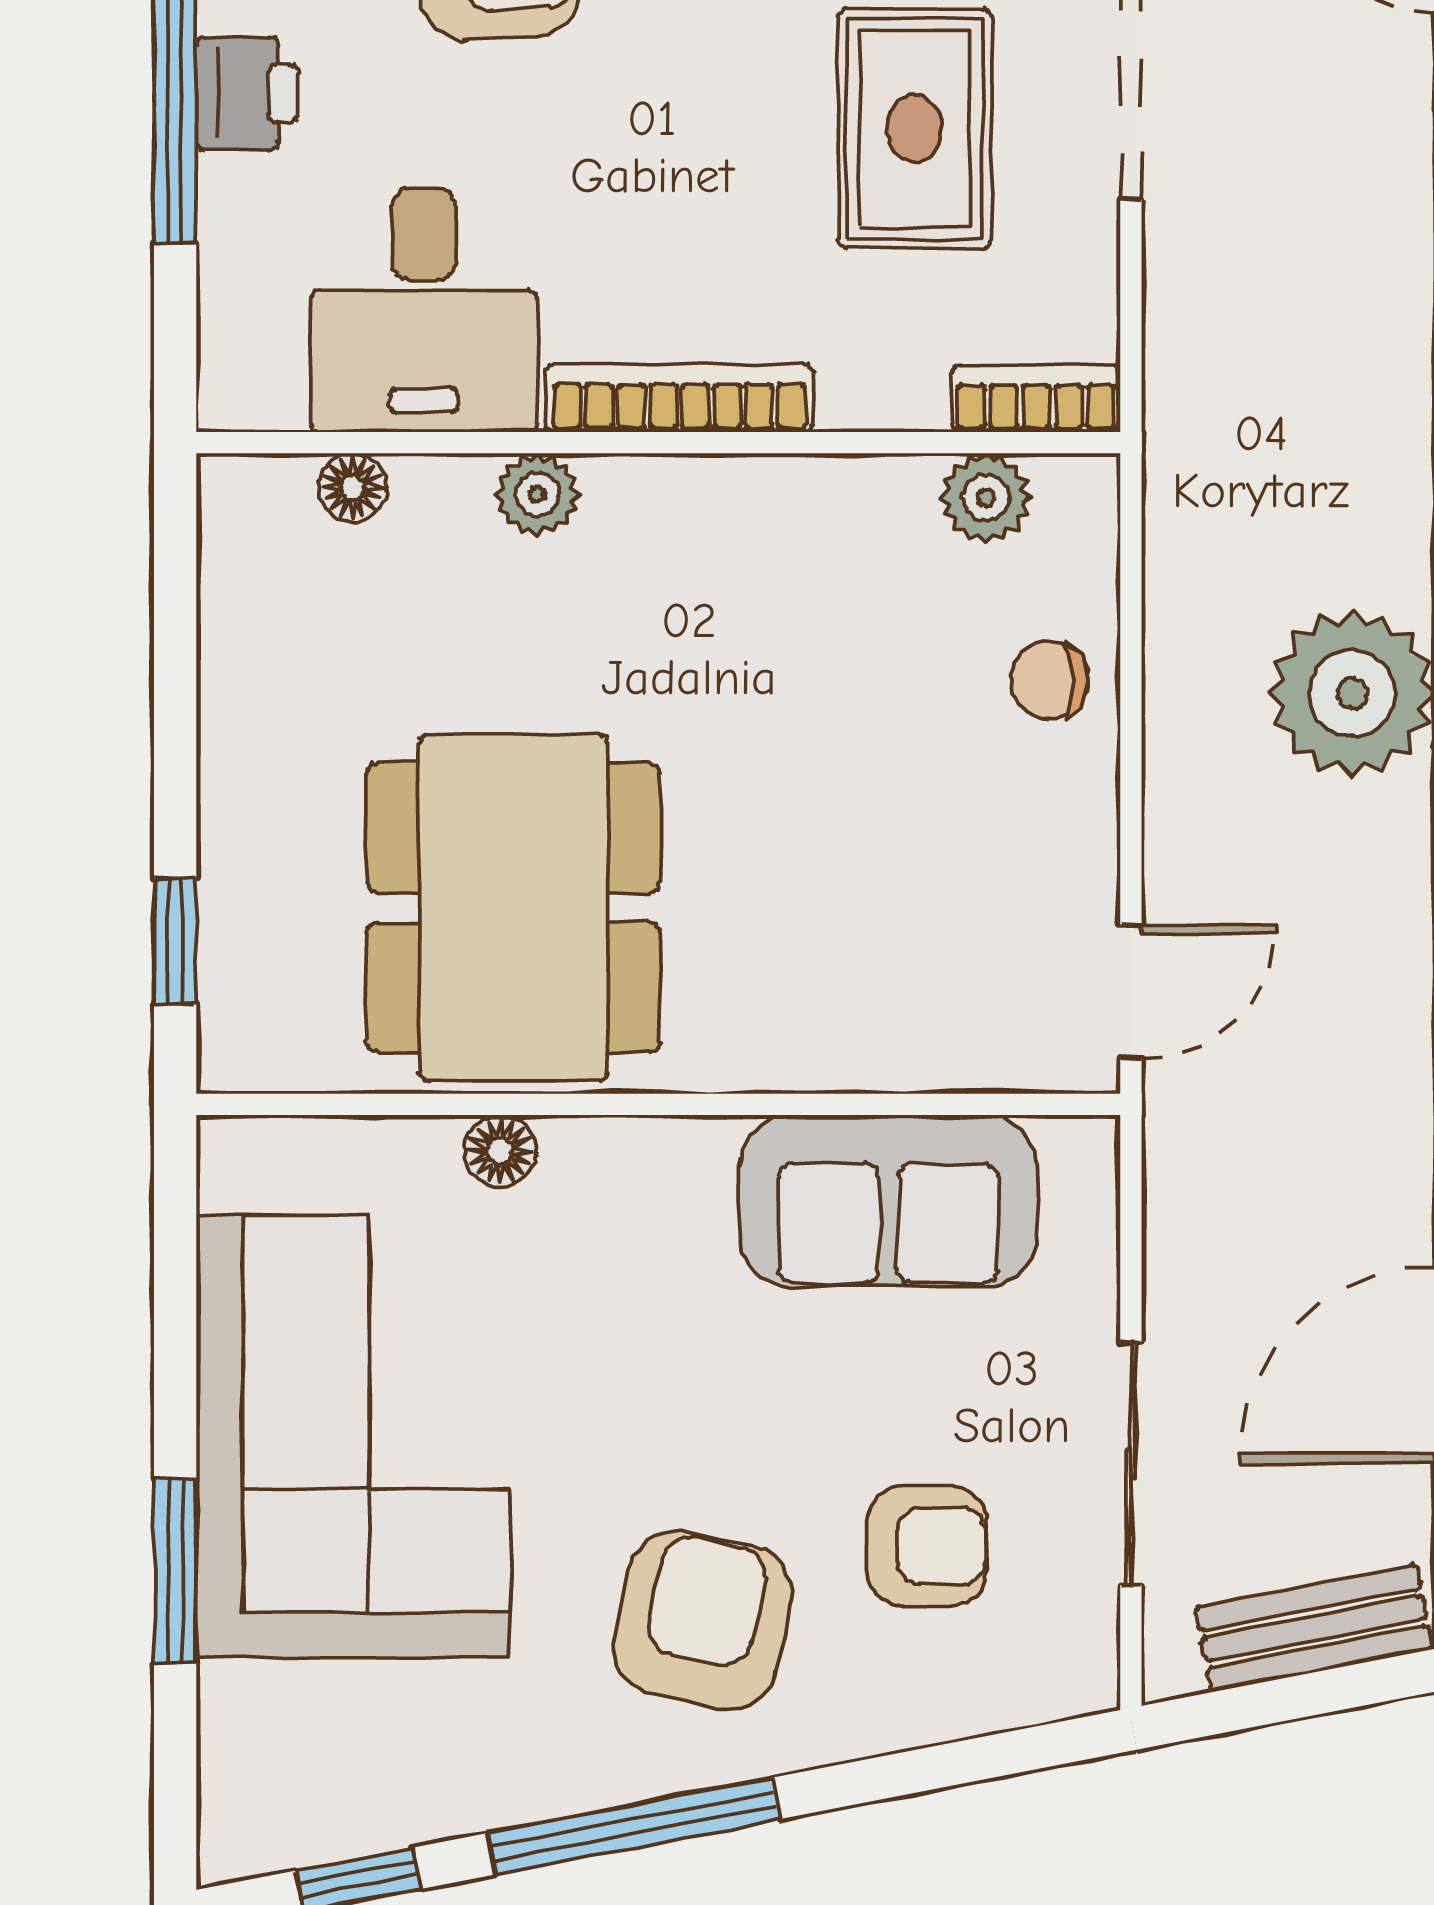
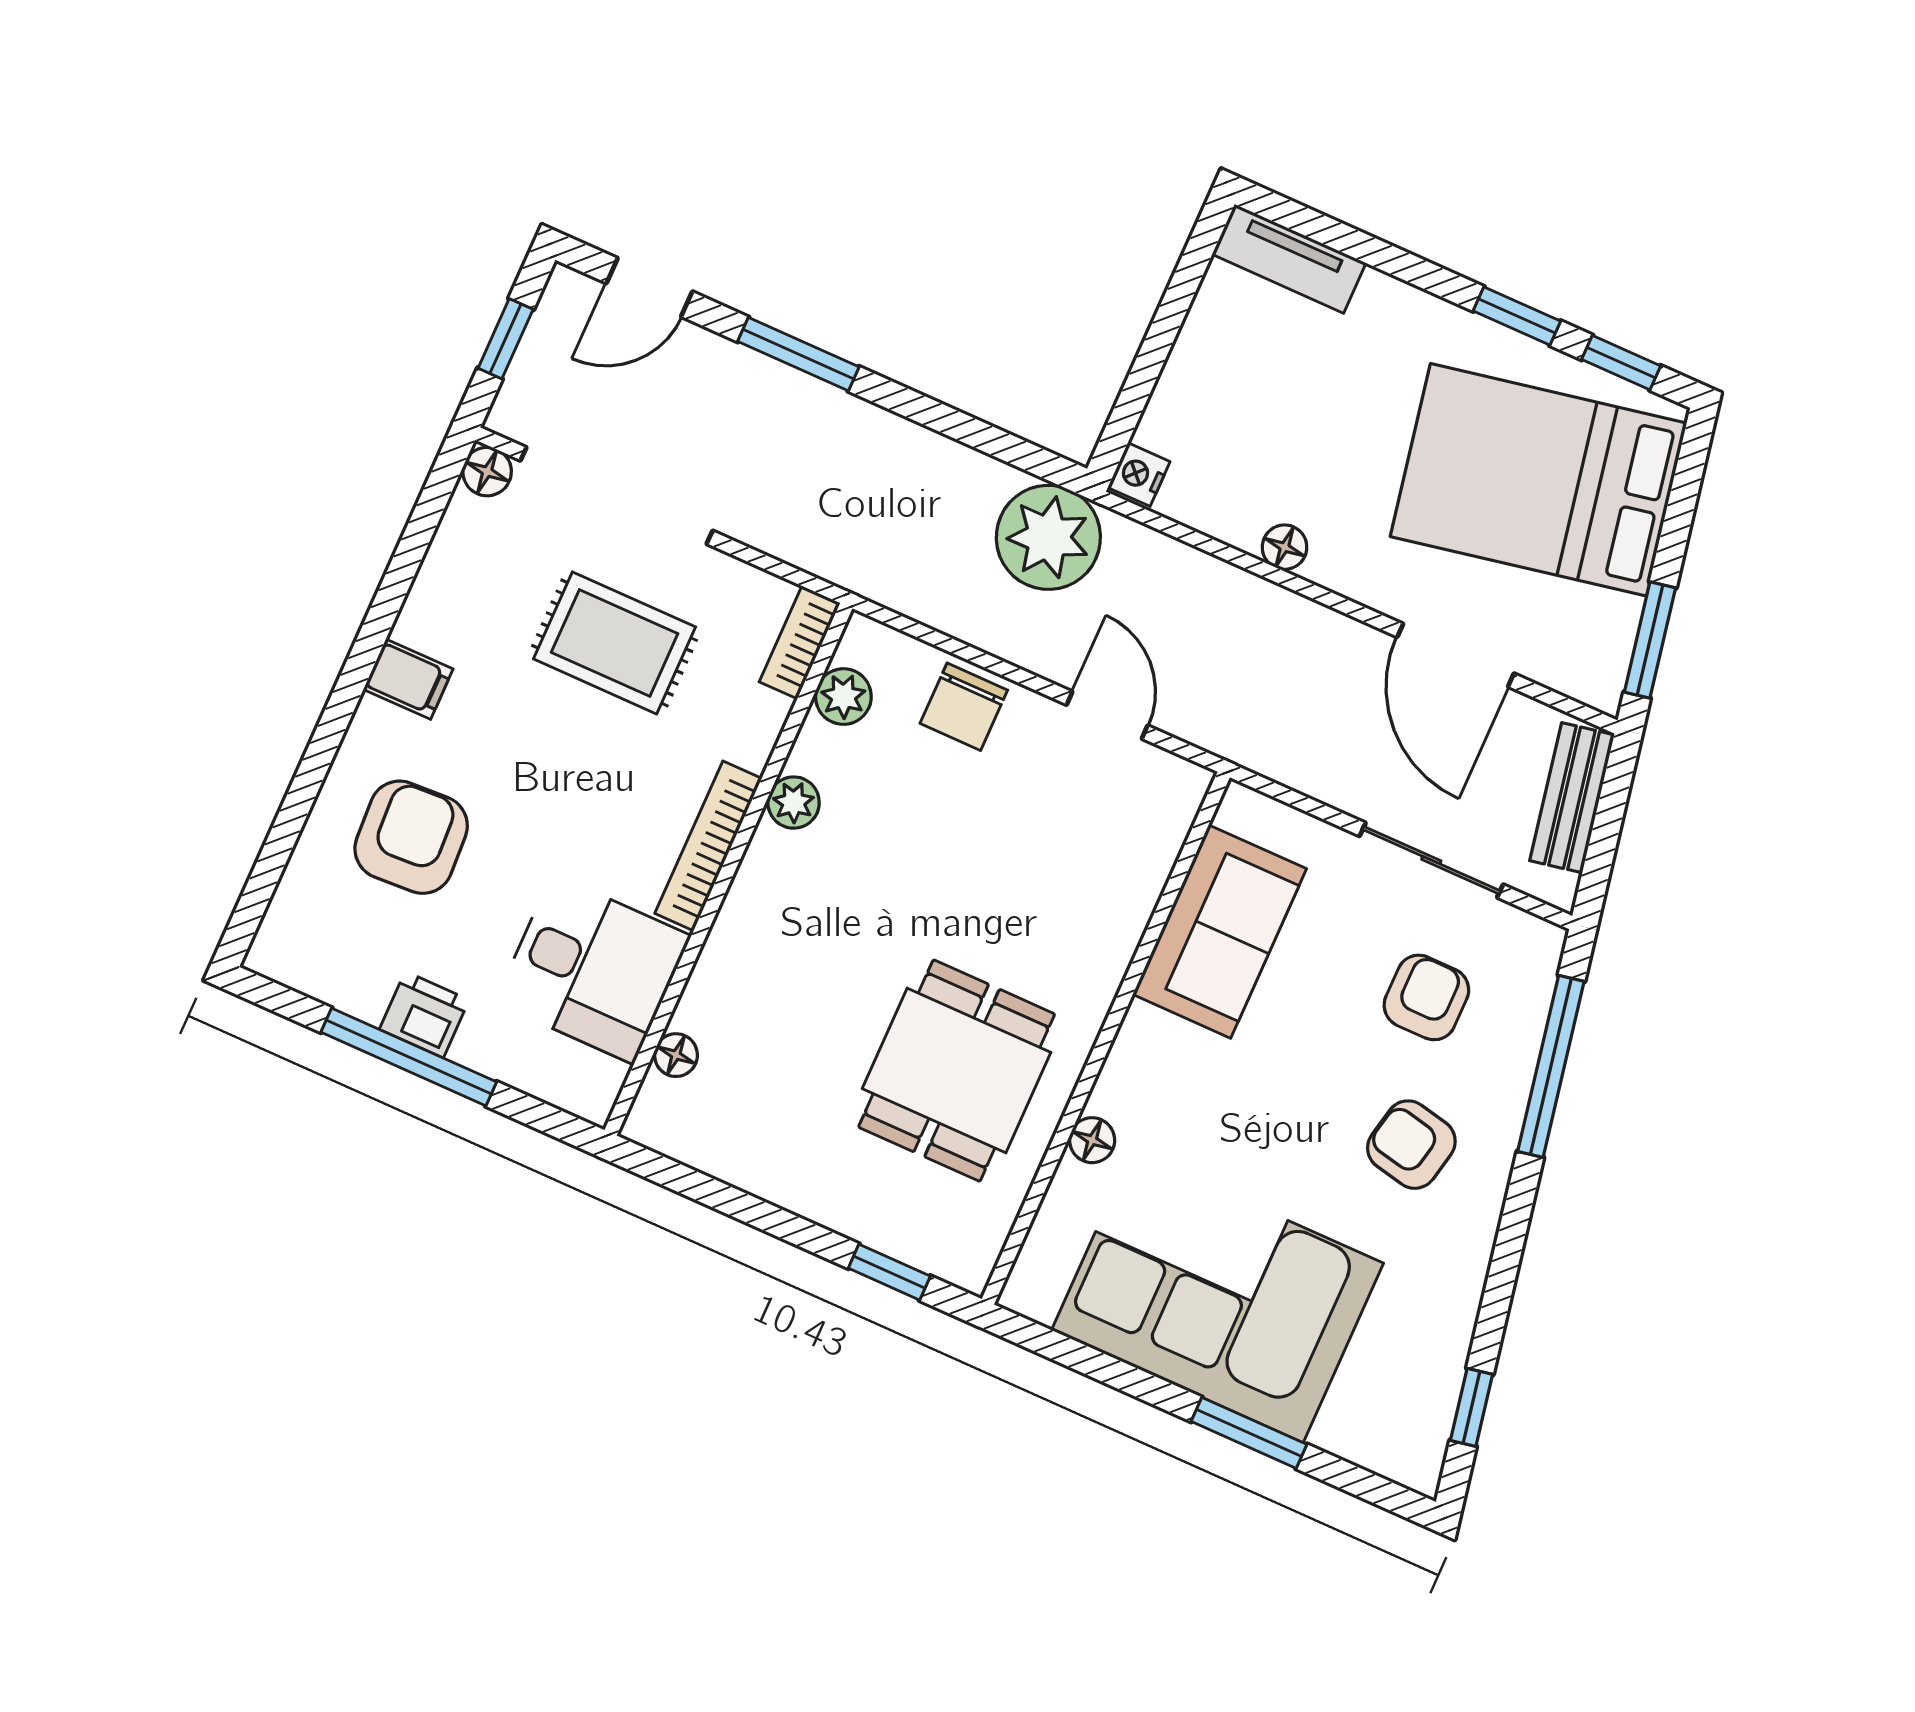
plant: (537, 494) -> (794, 803), moved
chair: (1049, 680) -> (964, 707), width x1.37, depth x1.37
dining table: (513, 908) -> (957, 1071), width x0.73
door: (1131, 992) -> (1107, 715), moved
armchair: (702, 1620) -> (1411, 1145), width x0.72, depth x0.72
window: (633, 1826) -> (1551, 1066), moved

